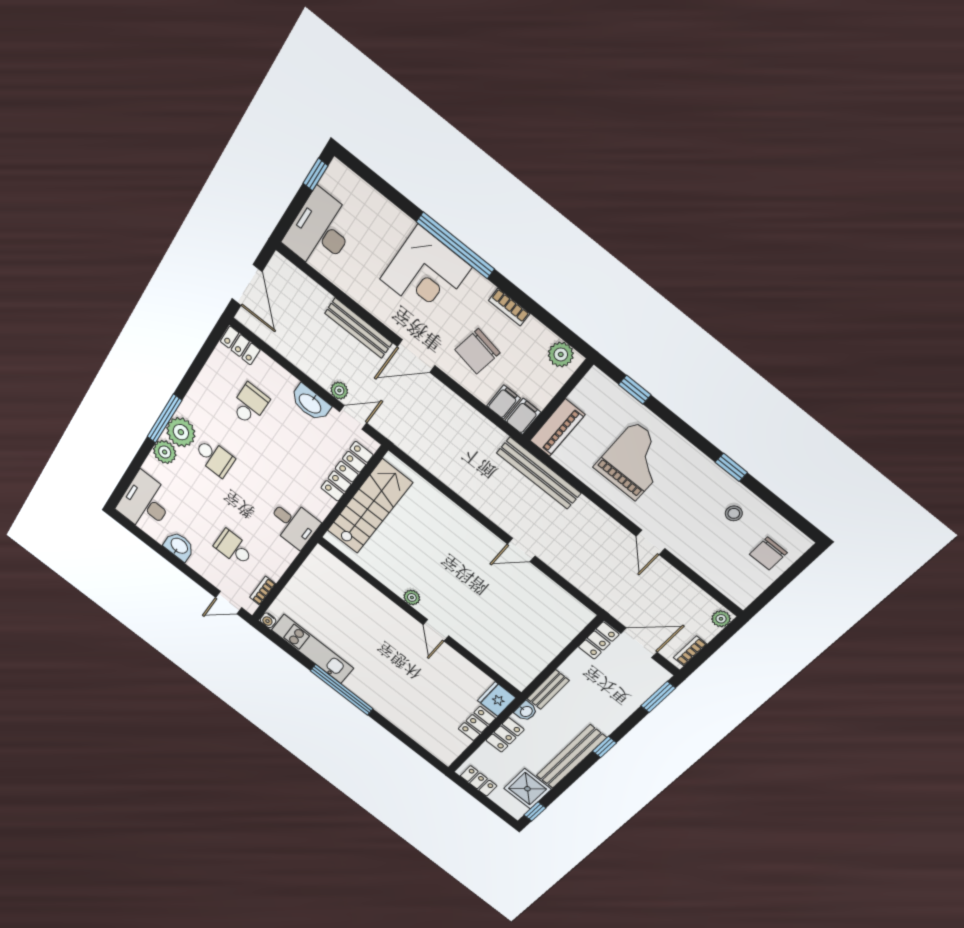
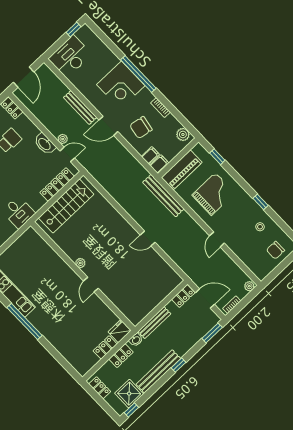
piano: (557, 428) -> (182, 170), width x1.37, depth x1.33
bench: (548, 690) -> (154, 323), width x1.36

